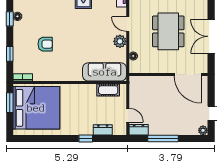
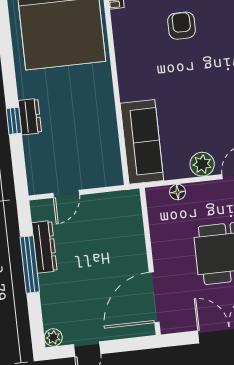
armchair: (45, 44) -> (182, 26), turned 180
cot: (108, 90) -> (109, 152), removed
dresser: (103, 130) -> (30, 117), moved
dresser: (139, 130) -> (44, 247), moved, width x1.44

